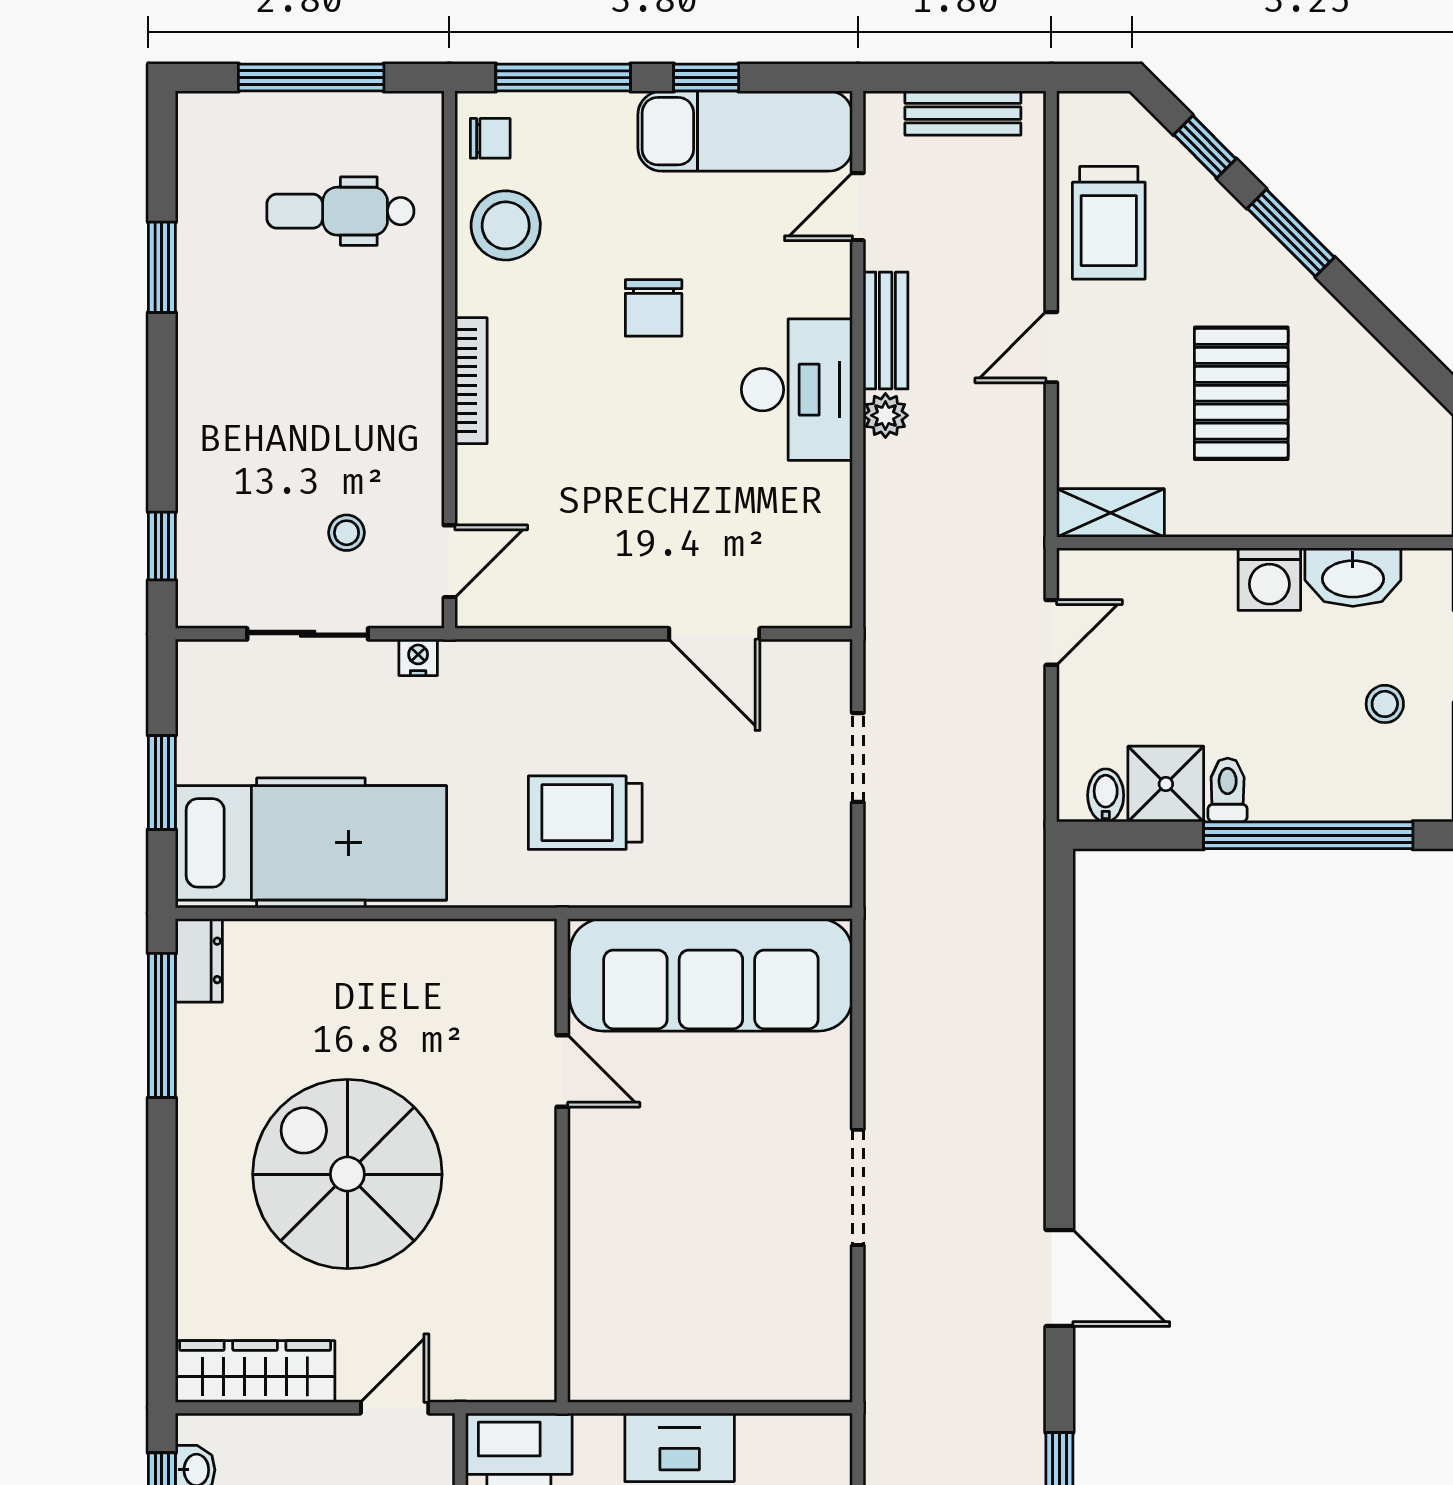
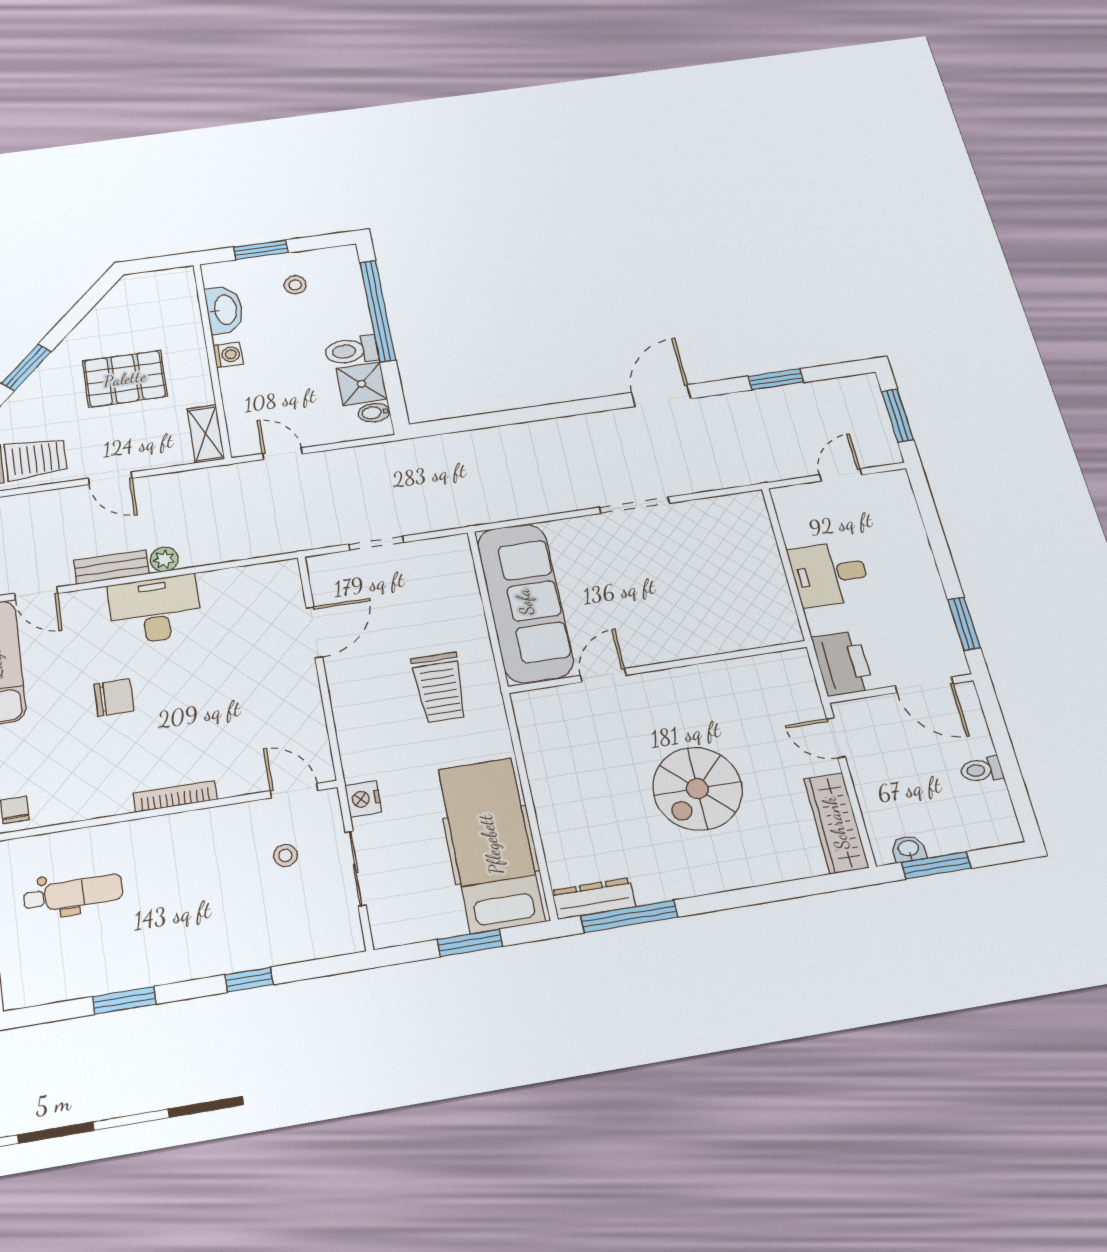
dental chair: (340, 211) -> (73, 893), turned -90
stool: (506, 225) -> (71, 792), removed
window: (162, 546) -> (249, 980), moved
washing machine: (1269, 579) -> (228, 355), width x0.73, depth x0.73
nightstand: (418, 657) -> (363, 799), width x1.39, depth x1.35
toilet: (1228, 790) -> (351, 351), width x1.37, depth x1.39
dresser: (199, 960) -> (594, 899), width x1.44
spiral stairs: (347, 1174) -> (697, 789), width x0.73, depth x0.73

